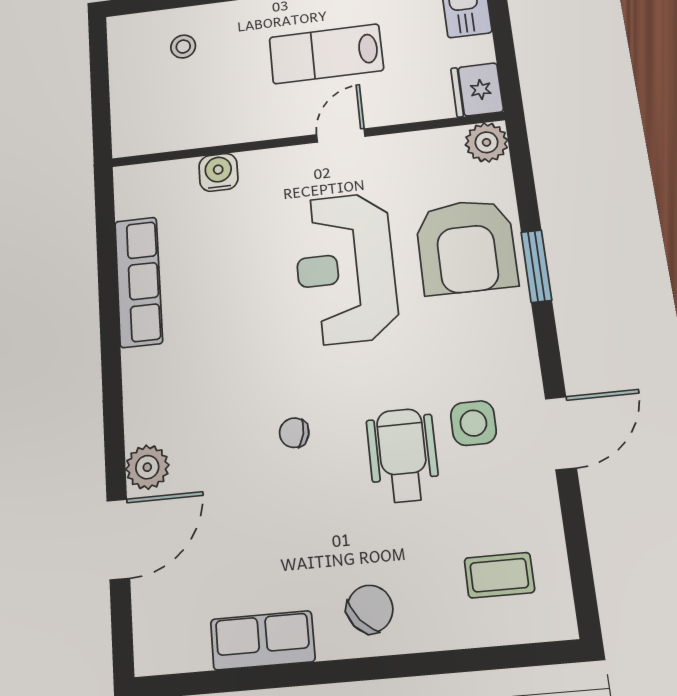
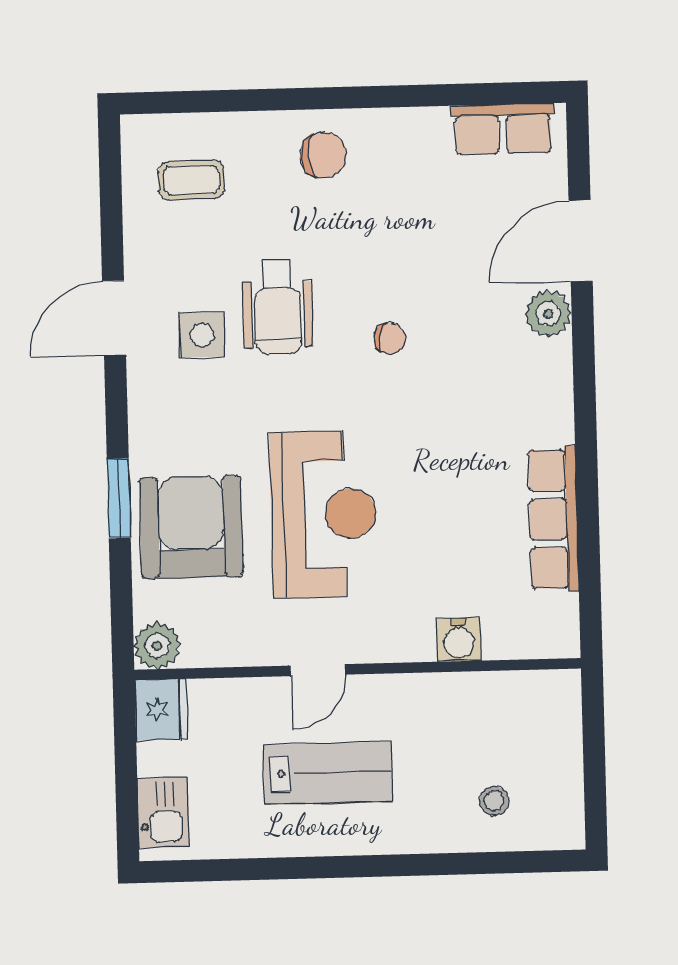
chair: (370, 609) -> (323, 155), turned -144
row of seats: (263, 640) -> (503, 129), moved

